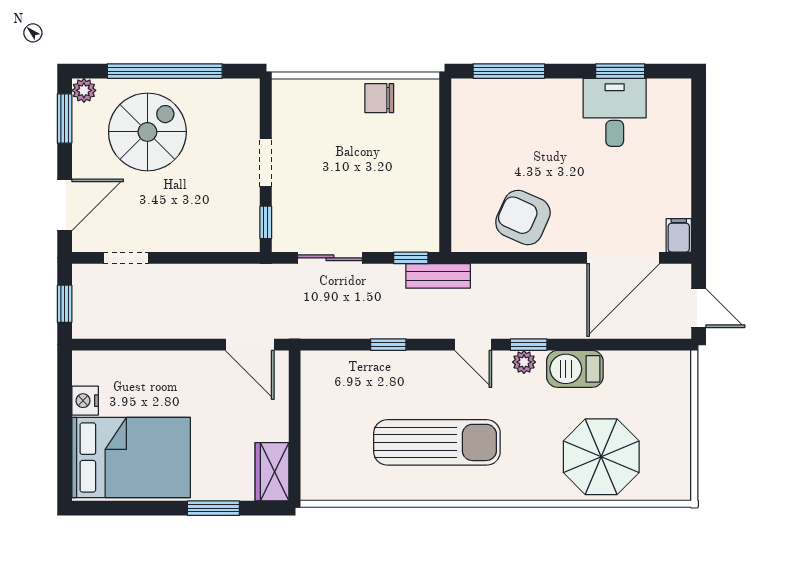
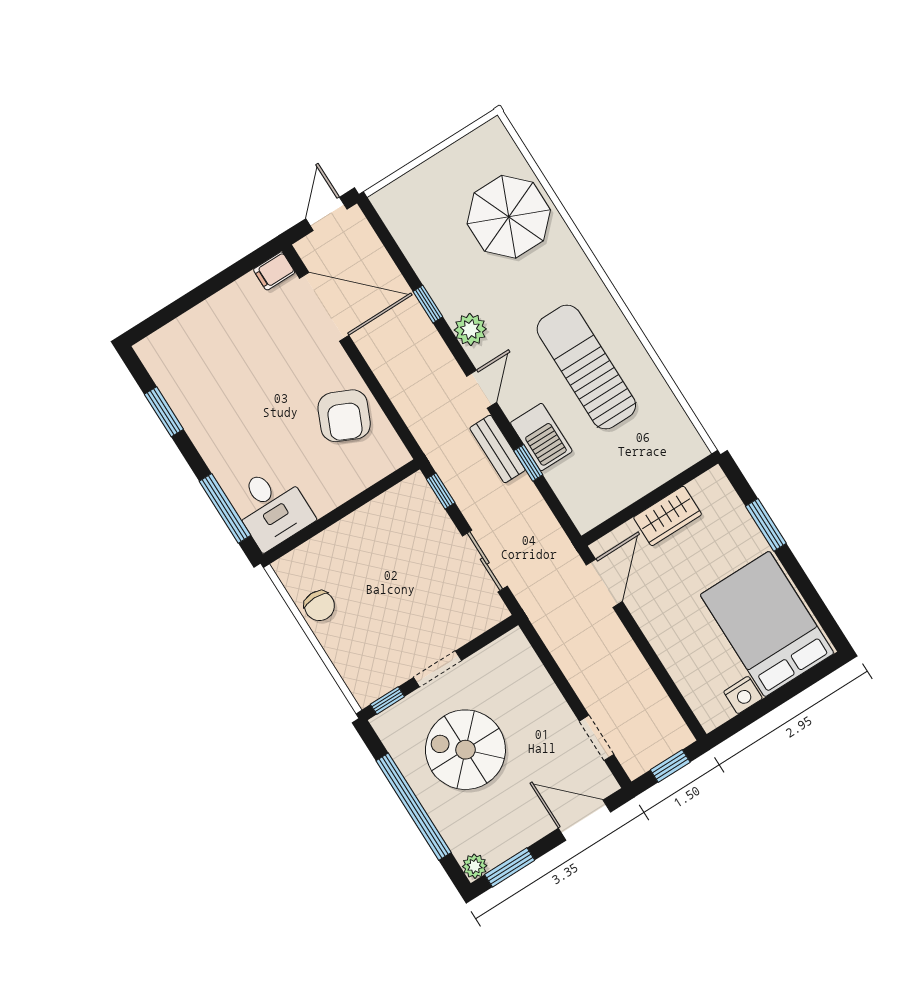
desk: (615, 112) -> (272, 508), moved, turned -90
spiral stairs: (147, 132) -> (465, 750), moved
window: (266, 222) -> (387, 701), moved
bench: (438, 276) -> (497, 449), moved
window: (529, 345) -> (428, 304), moved
plant: (524, 362) -> (470, 329), width x1.38, depth x1.38
barbecue: (575, 369) -> (541, 437), moved
wardrobe: (272, 472) -> (668, 516), moved

